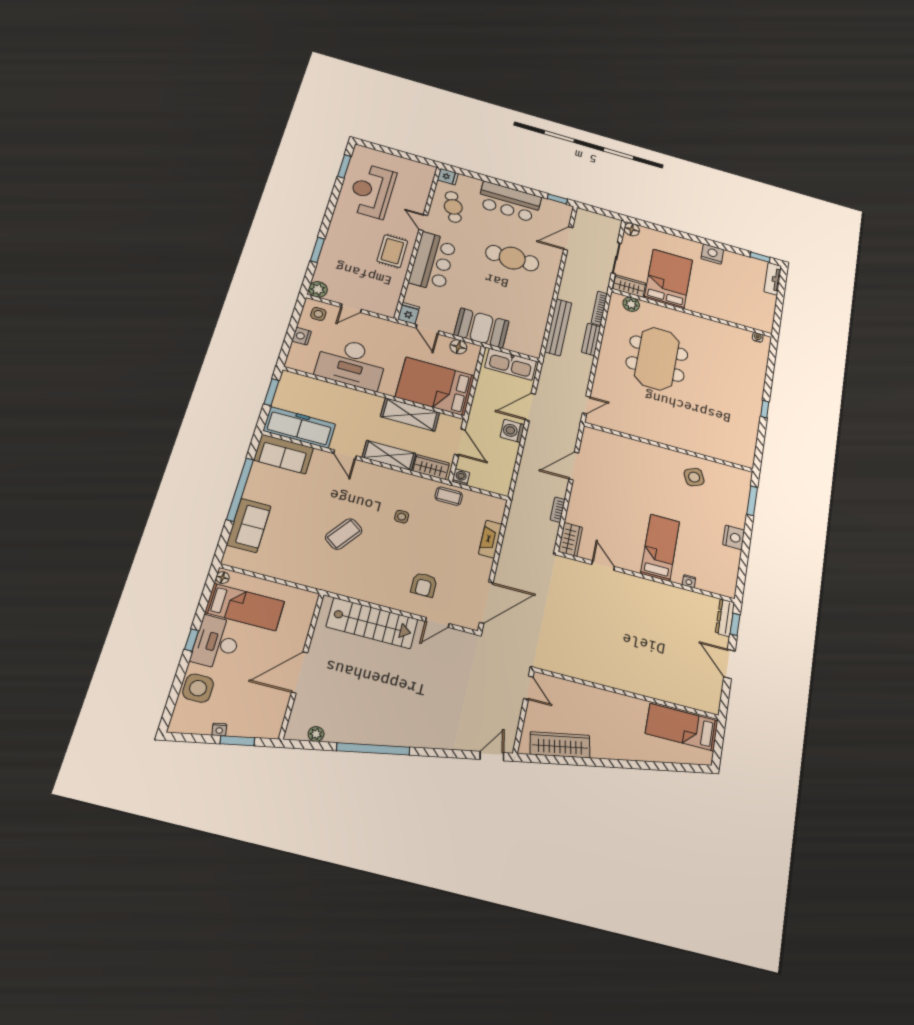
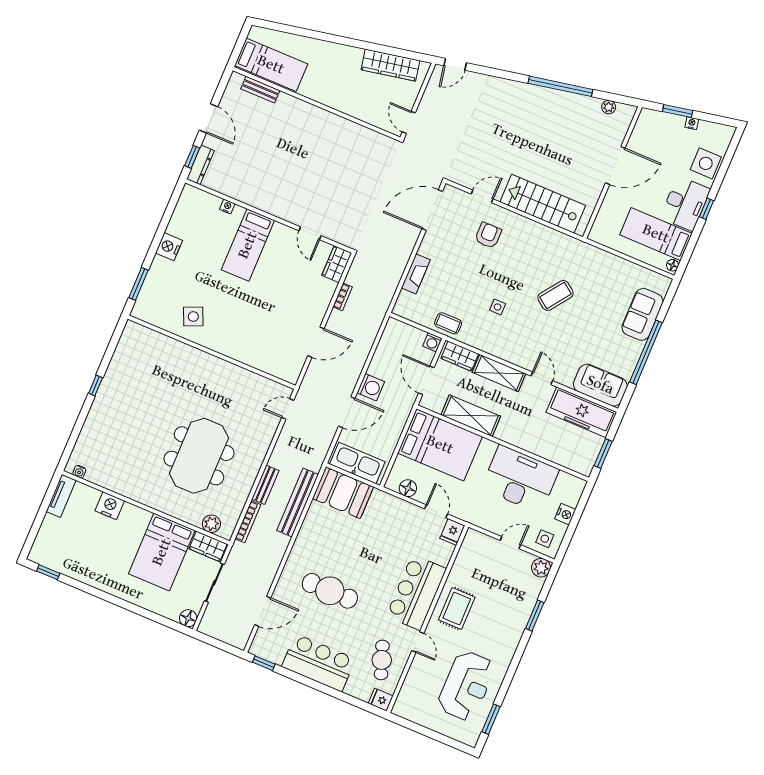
nightstand: (712, 254) -> (110, 506), moved, turned 180
tv unit: (773, 279) -> (61, 496), moved
booth: (482, 328) -> (343, 493), moved
bench: (686, 700) -> (260, 90), added

